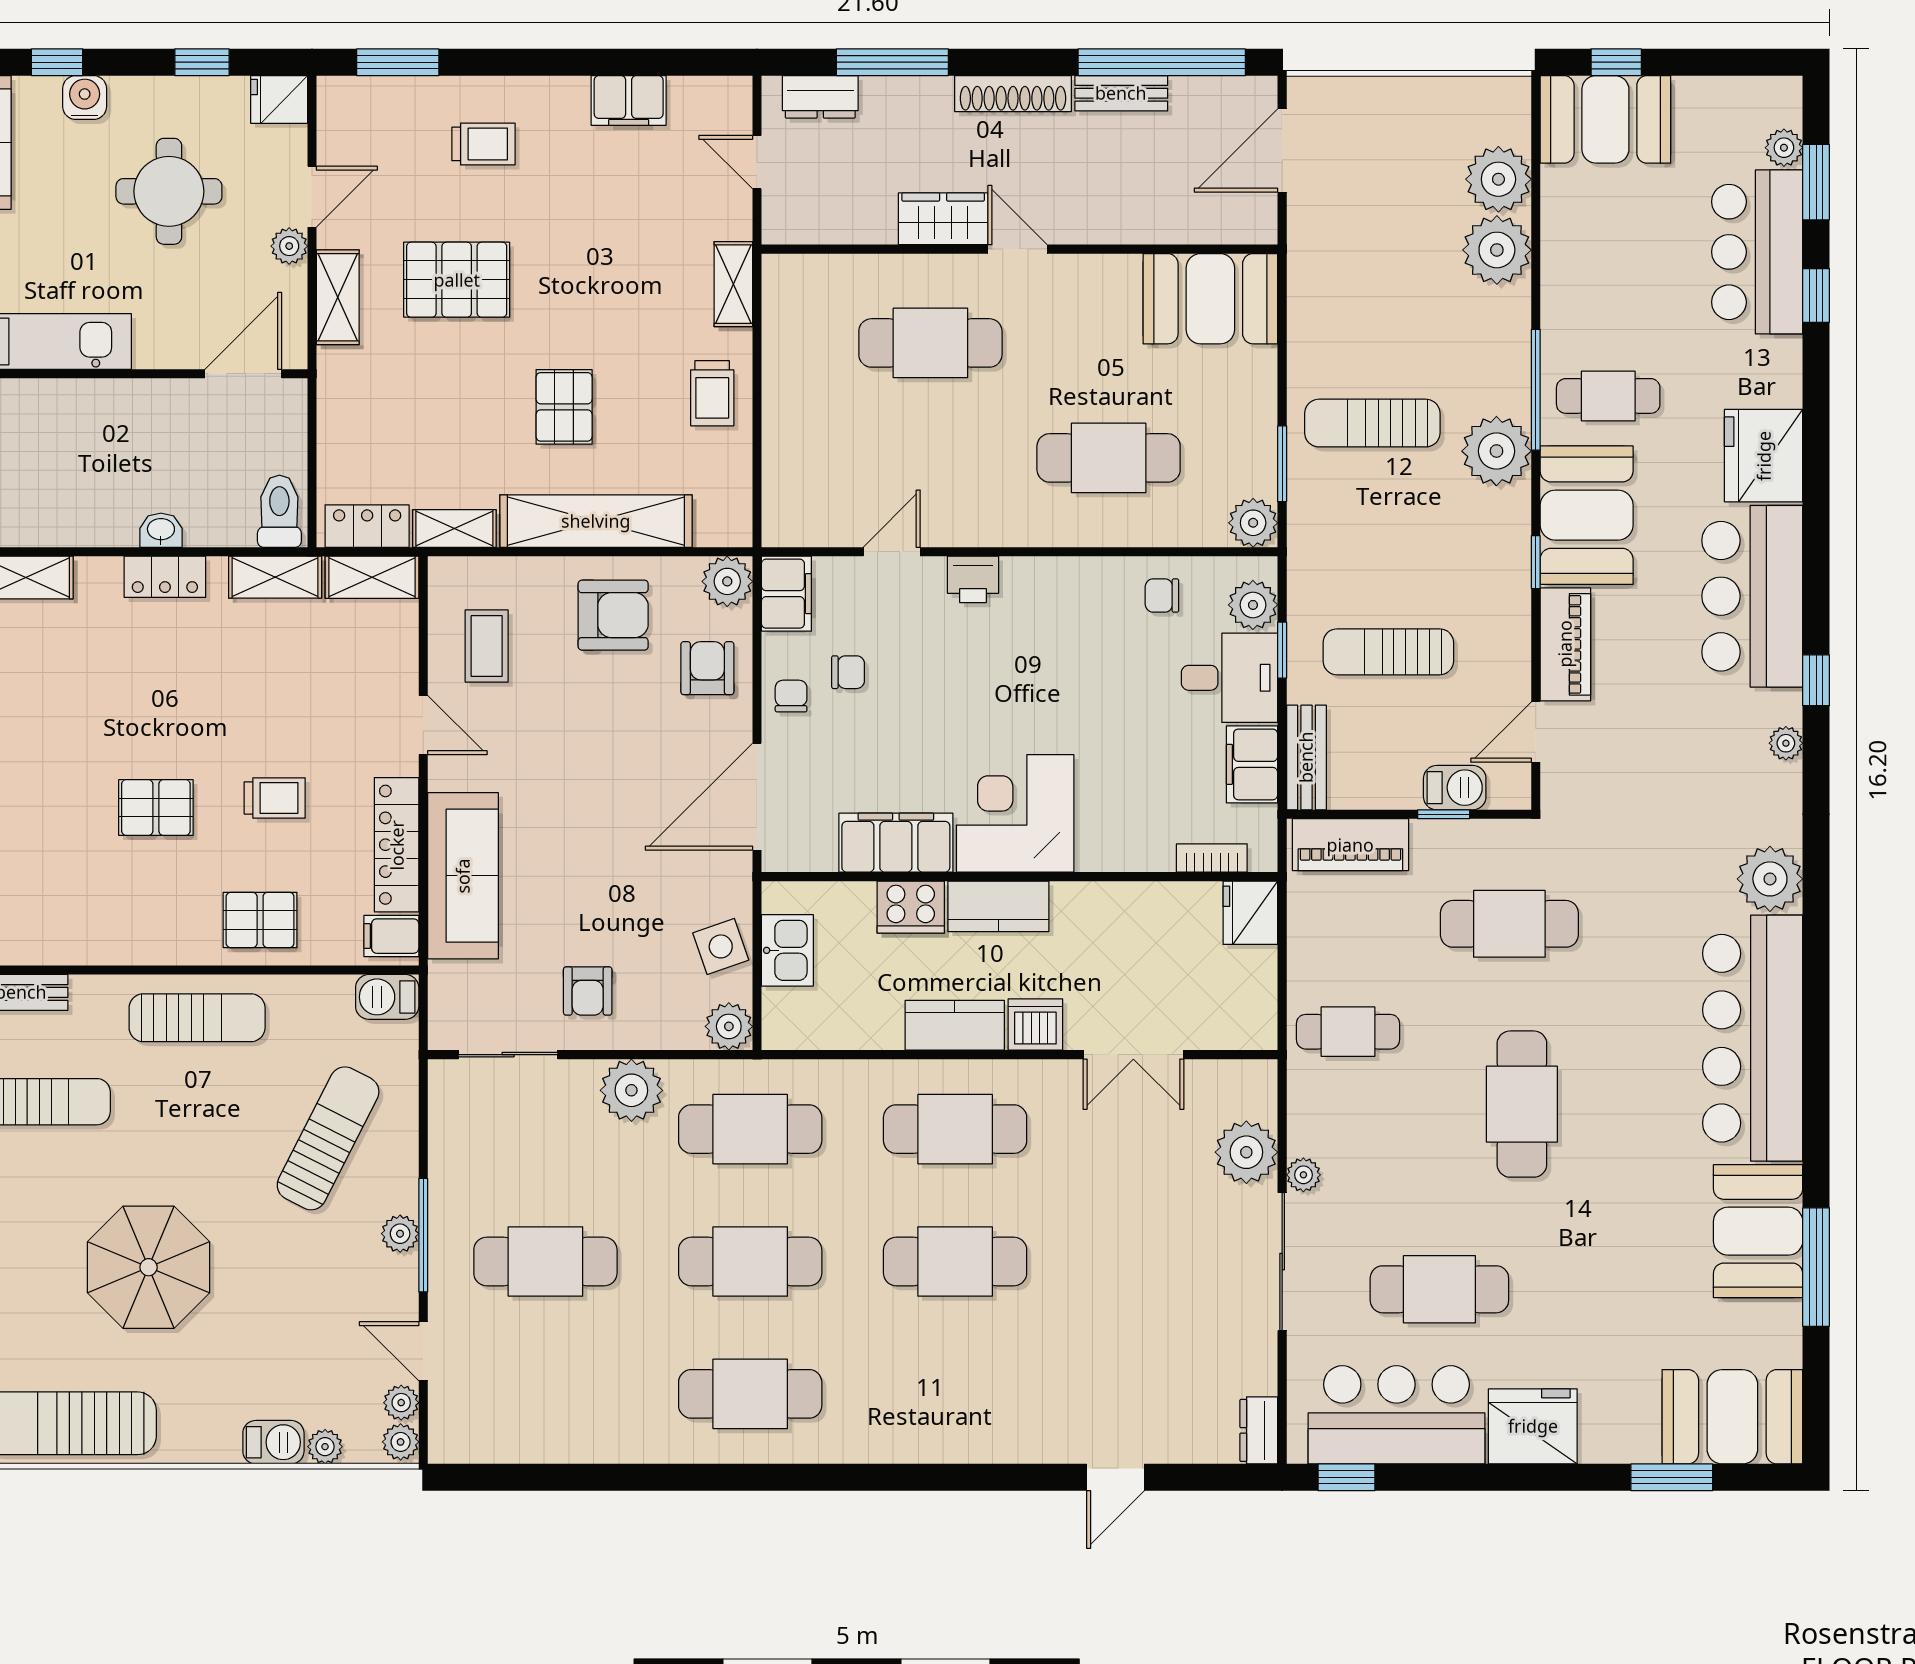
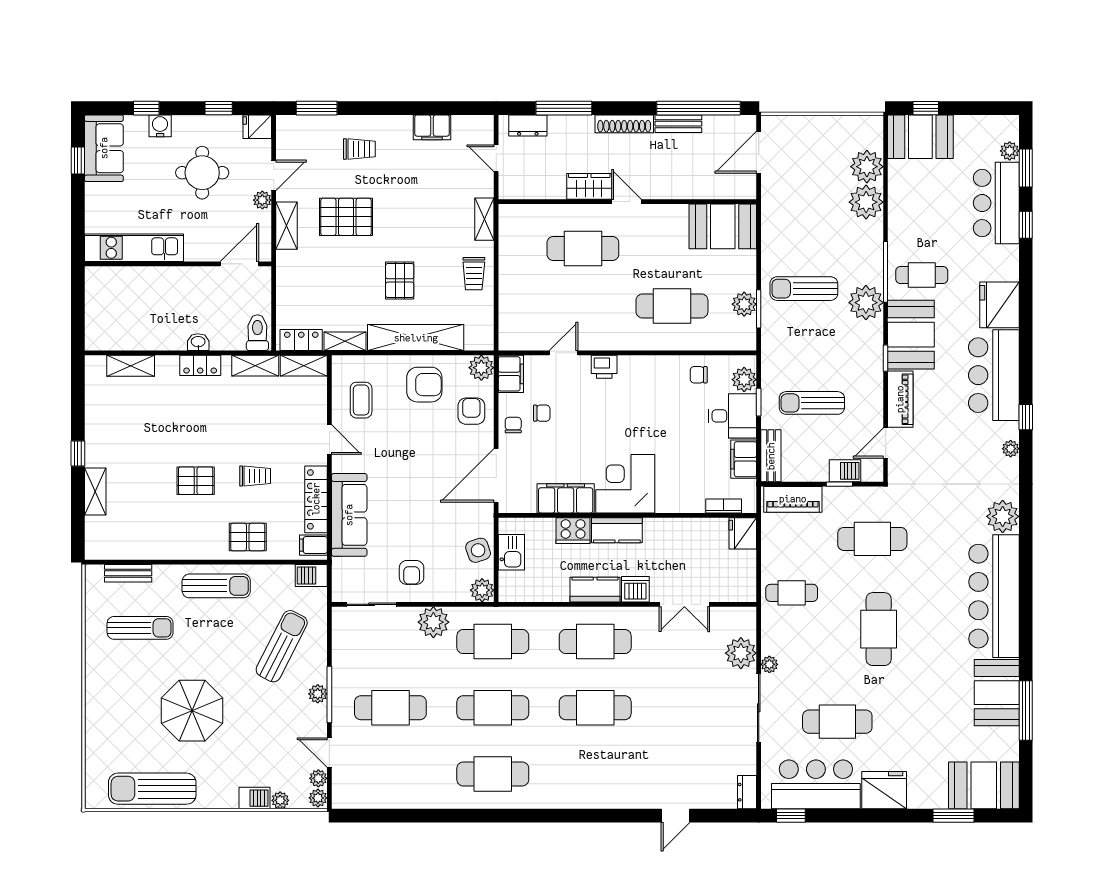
plant: (1253, 523) -> (744, 304), moved

